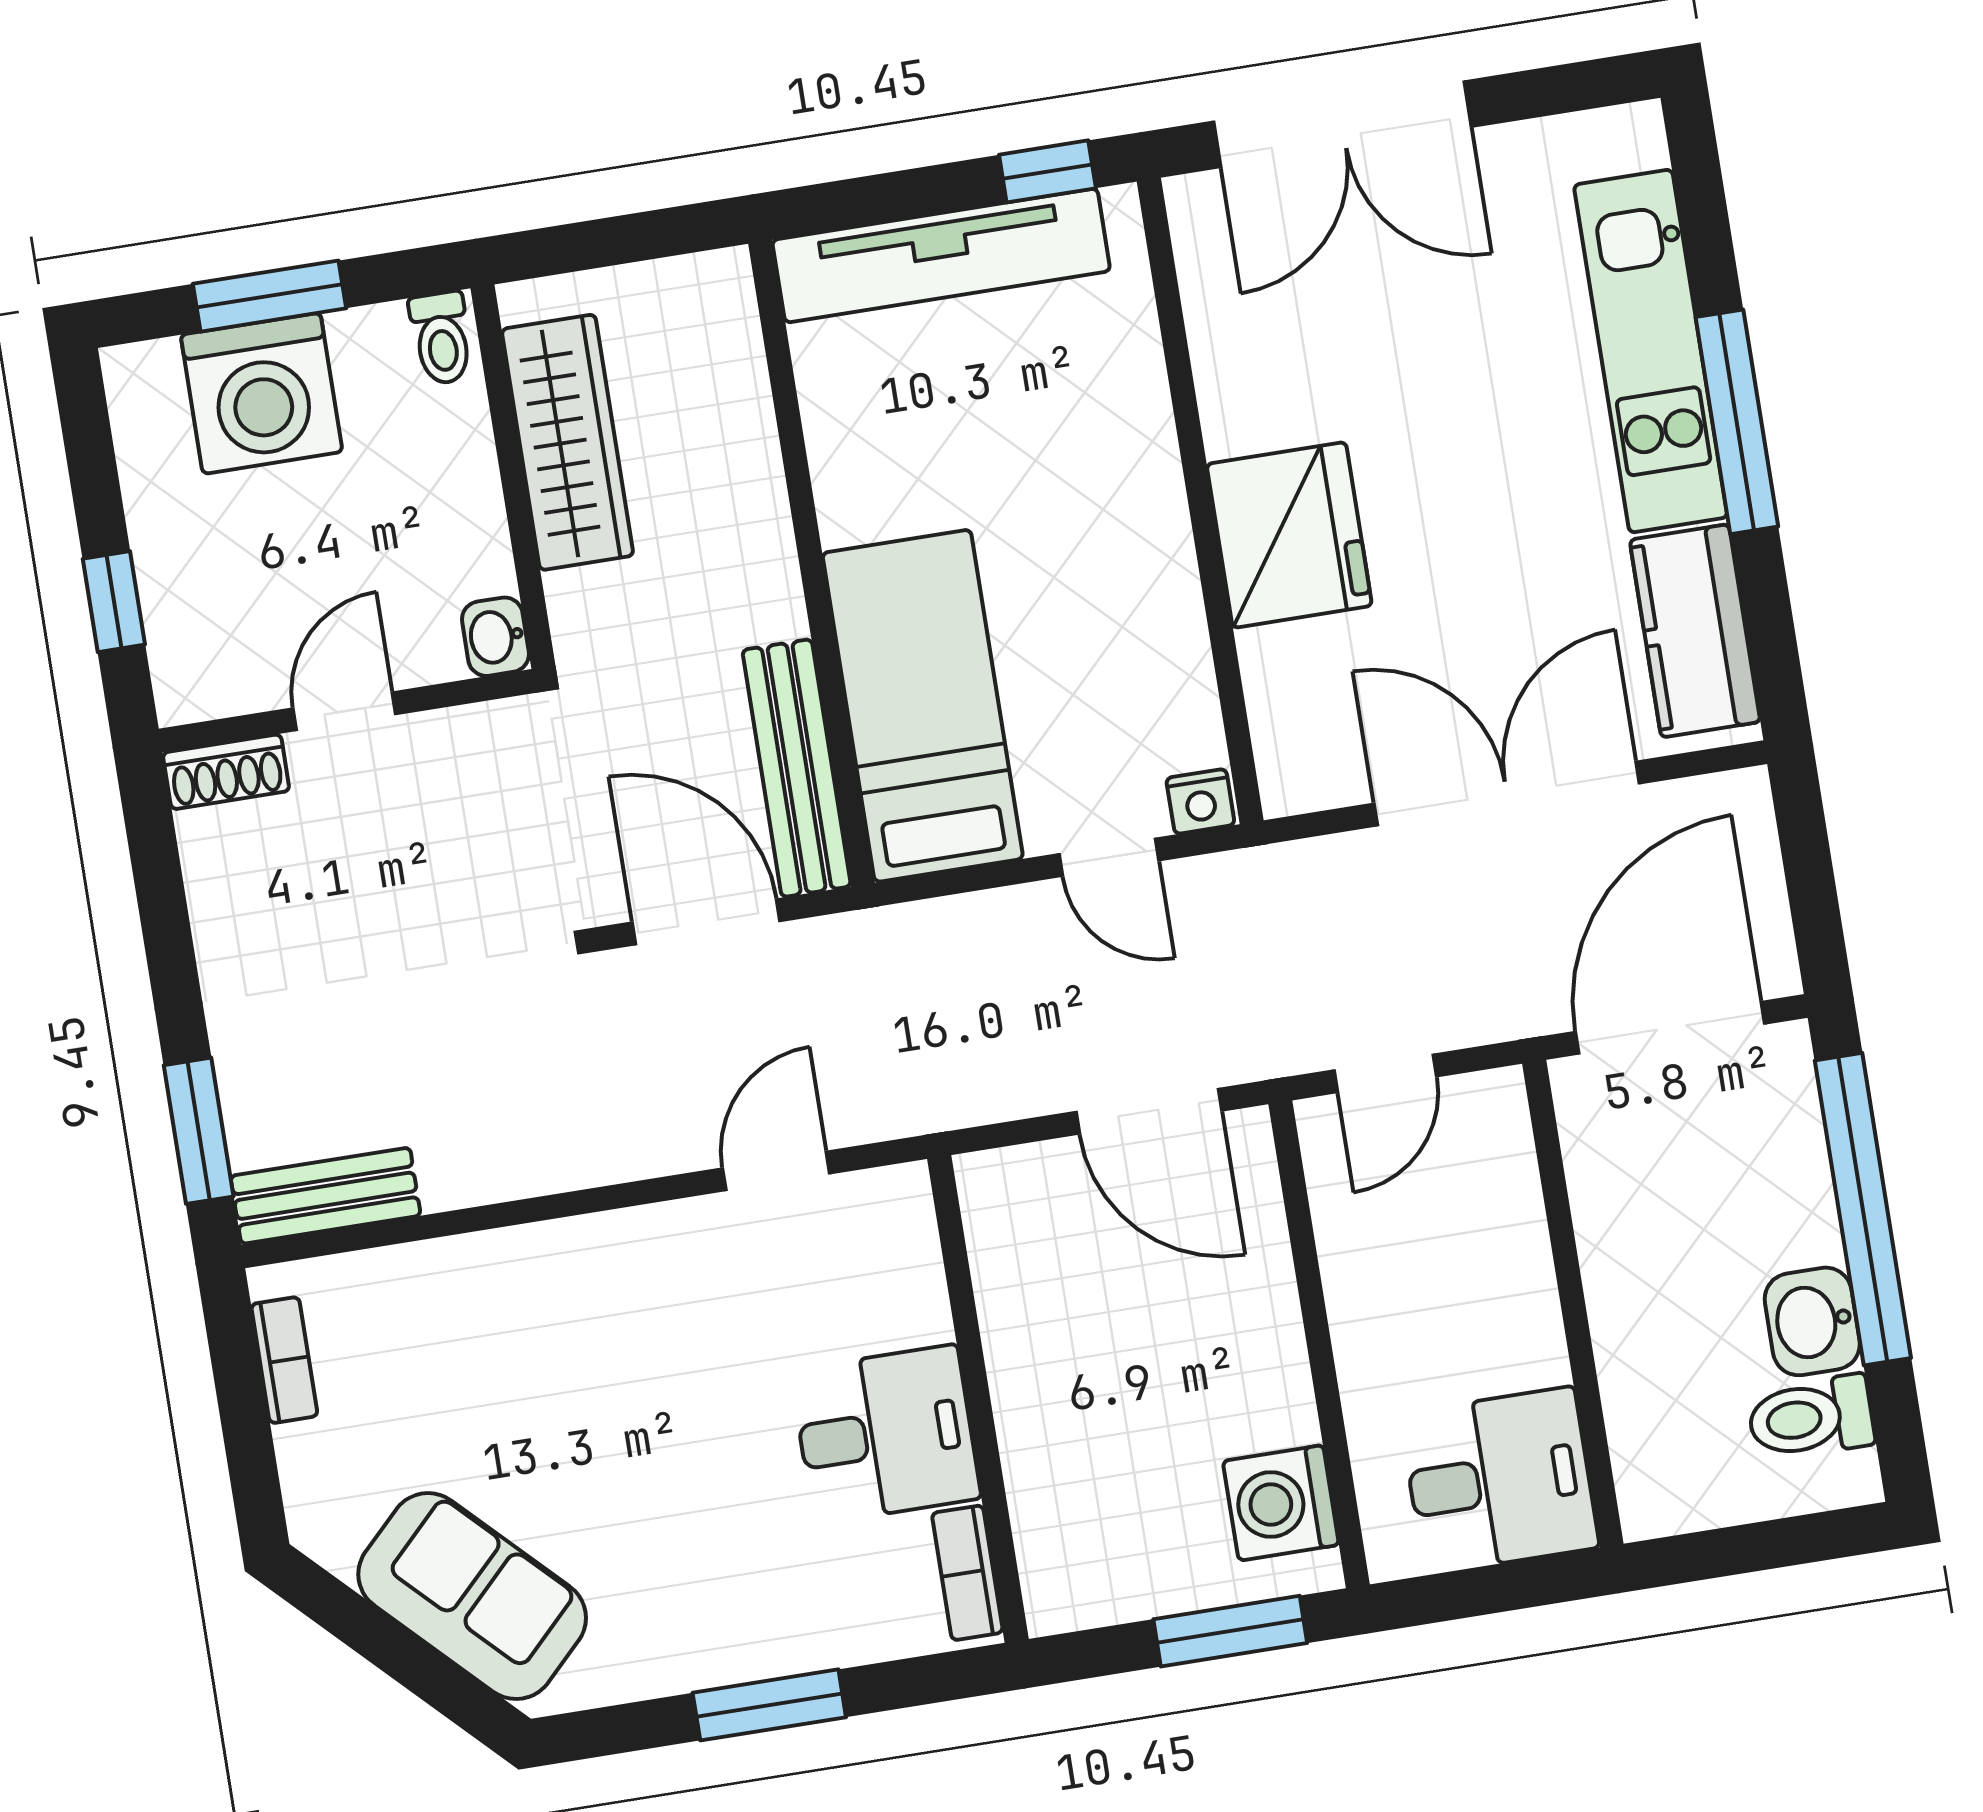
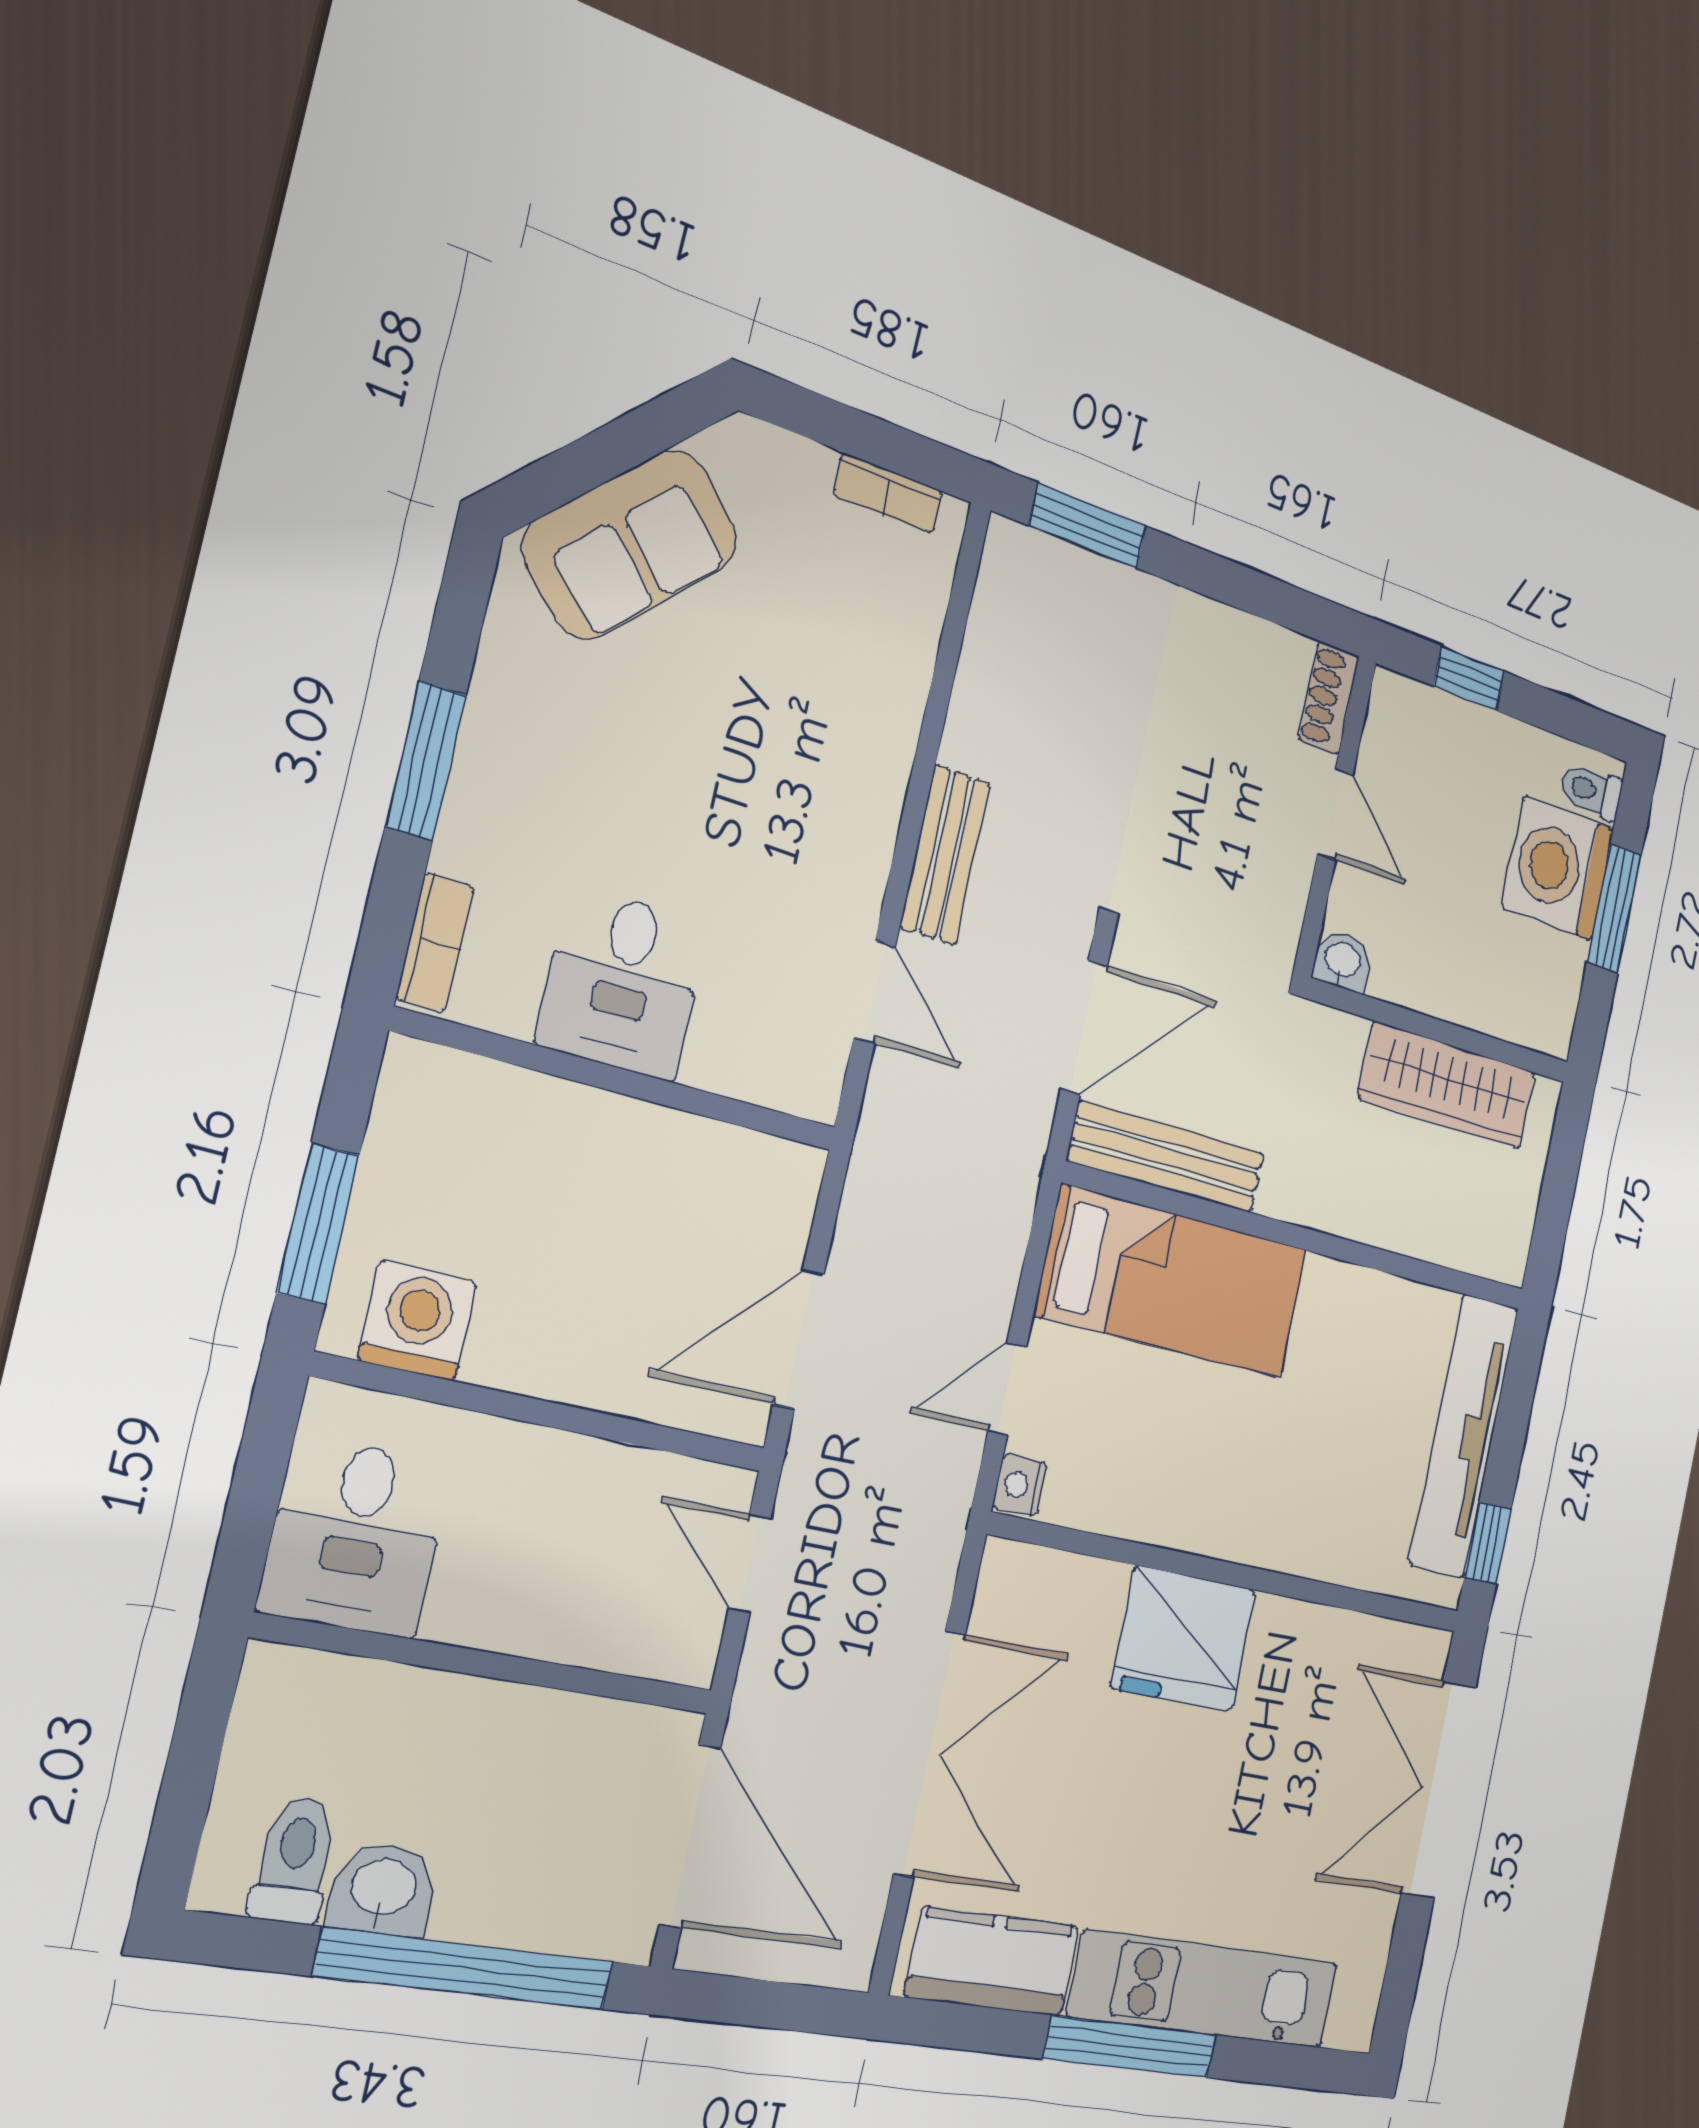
toilet: (441, 338) -> (1591, 791), moved
bench: (326, 1196) -> (945, 855), moved
bookcase: (967, 1573) -> (435, 942), moved, turned 90

